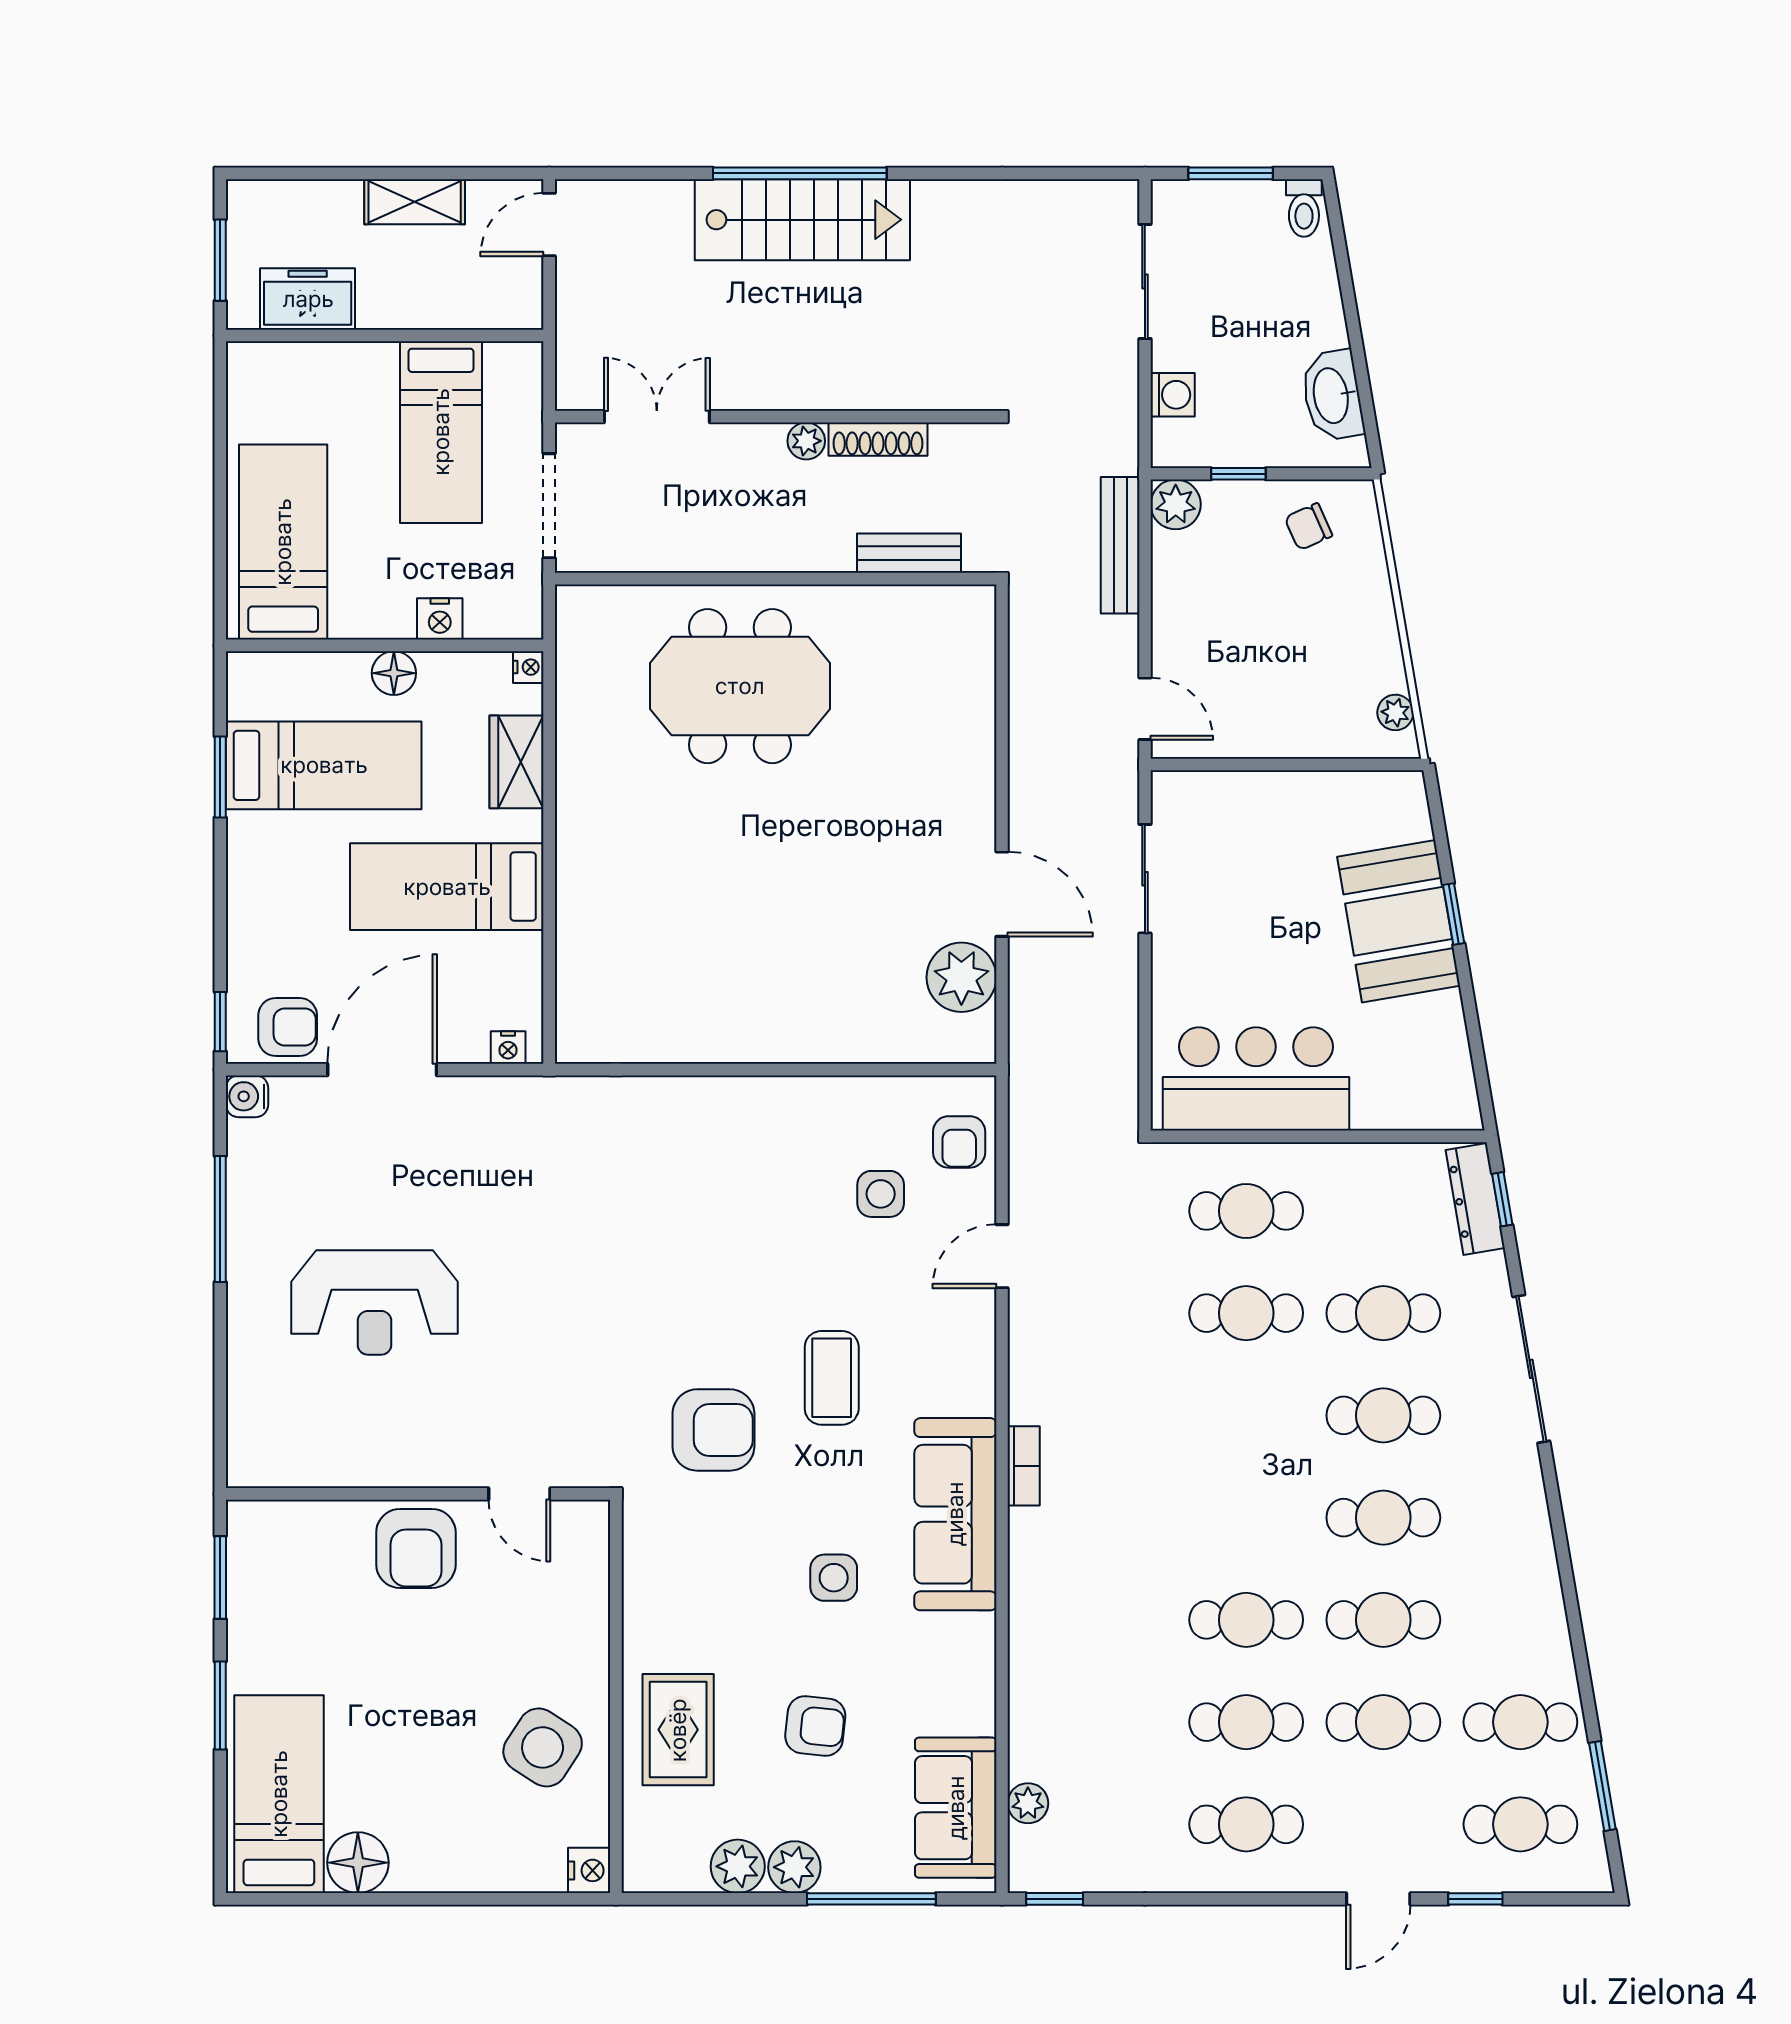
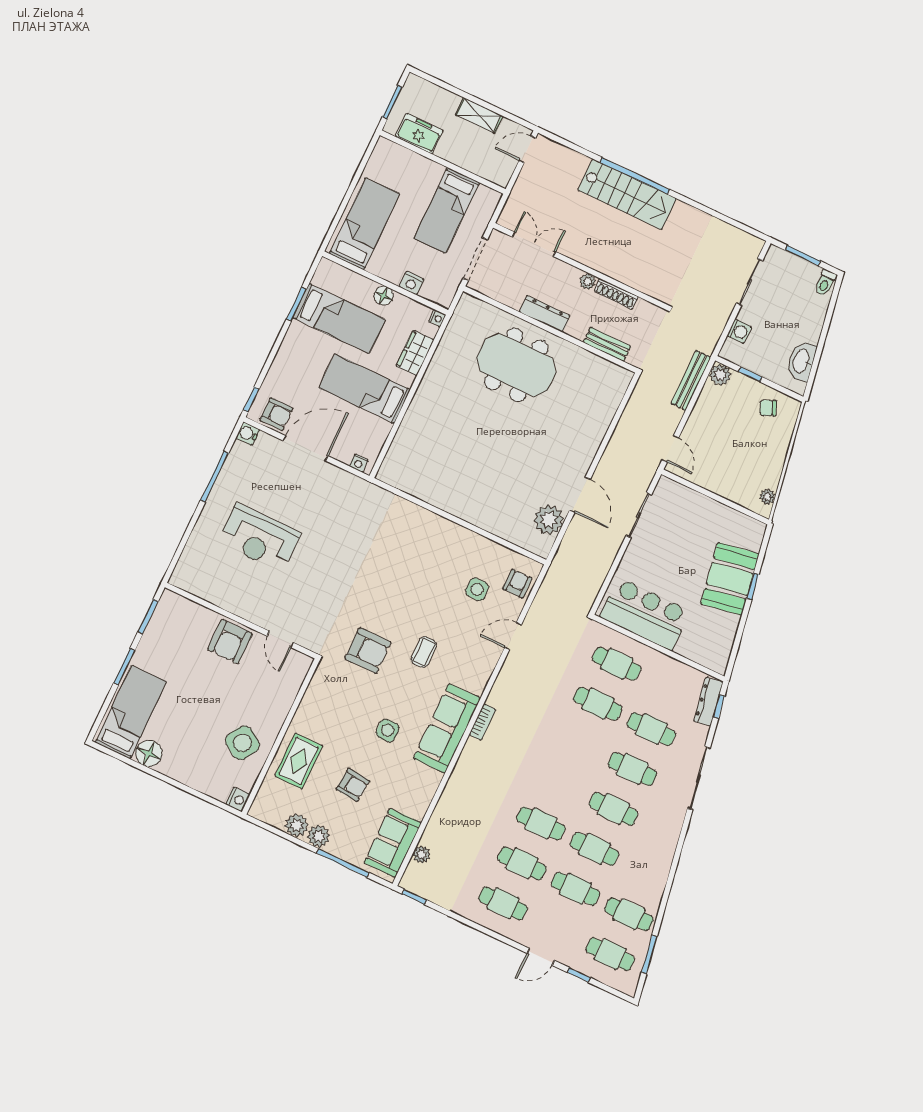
dresser: (748, 551) -> (545, 314), added
armchair: (959, 1142) -> (517, 584), turned 180
coffee table: (832, 1378) -> (424, 652), width x0.73, depth x0.77

